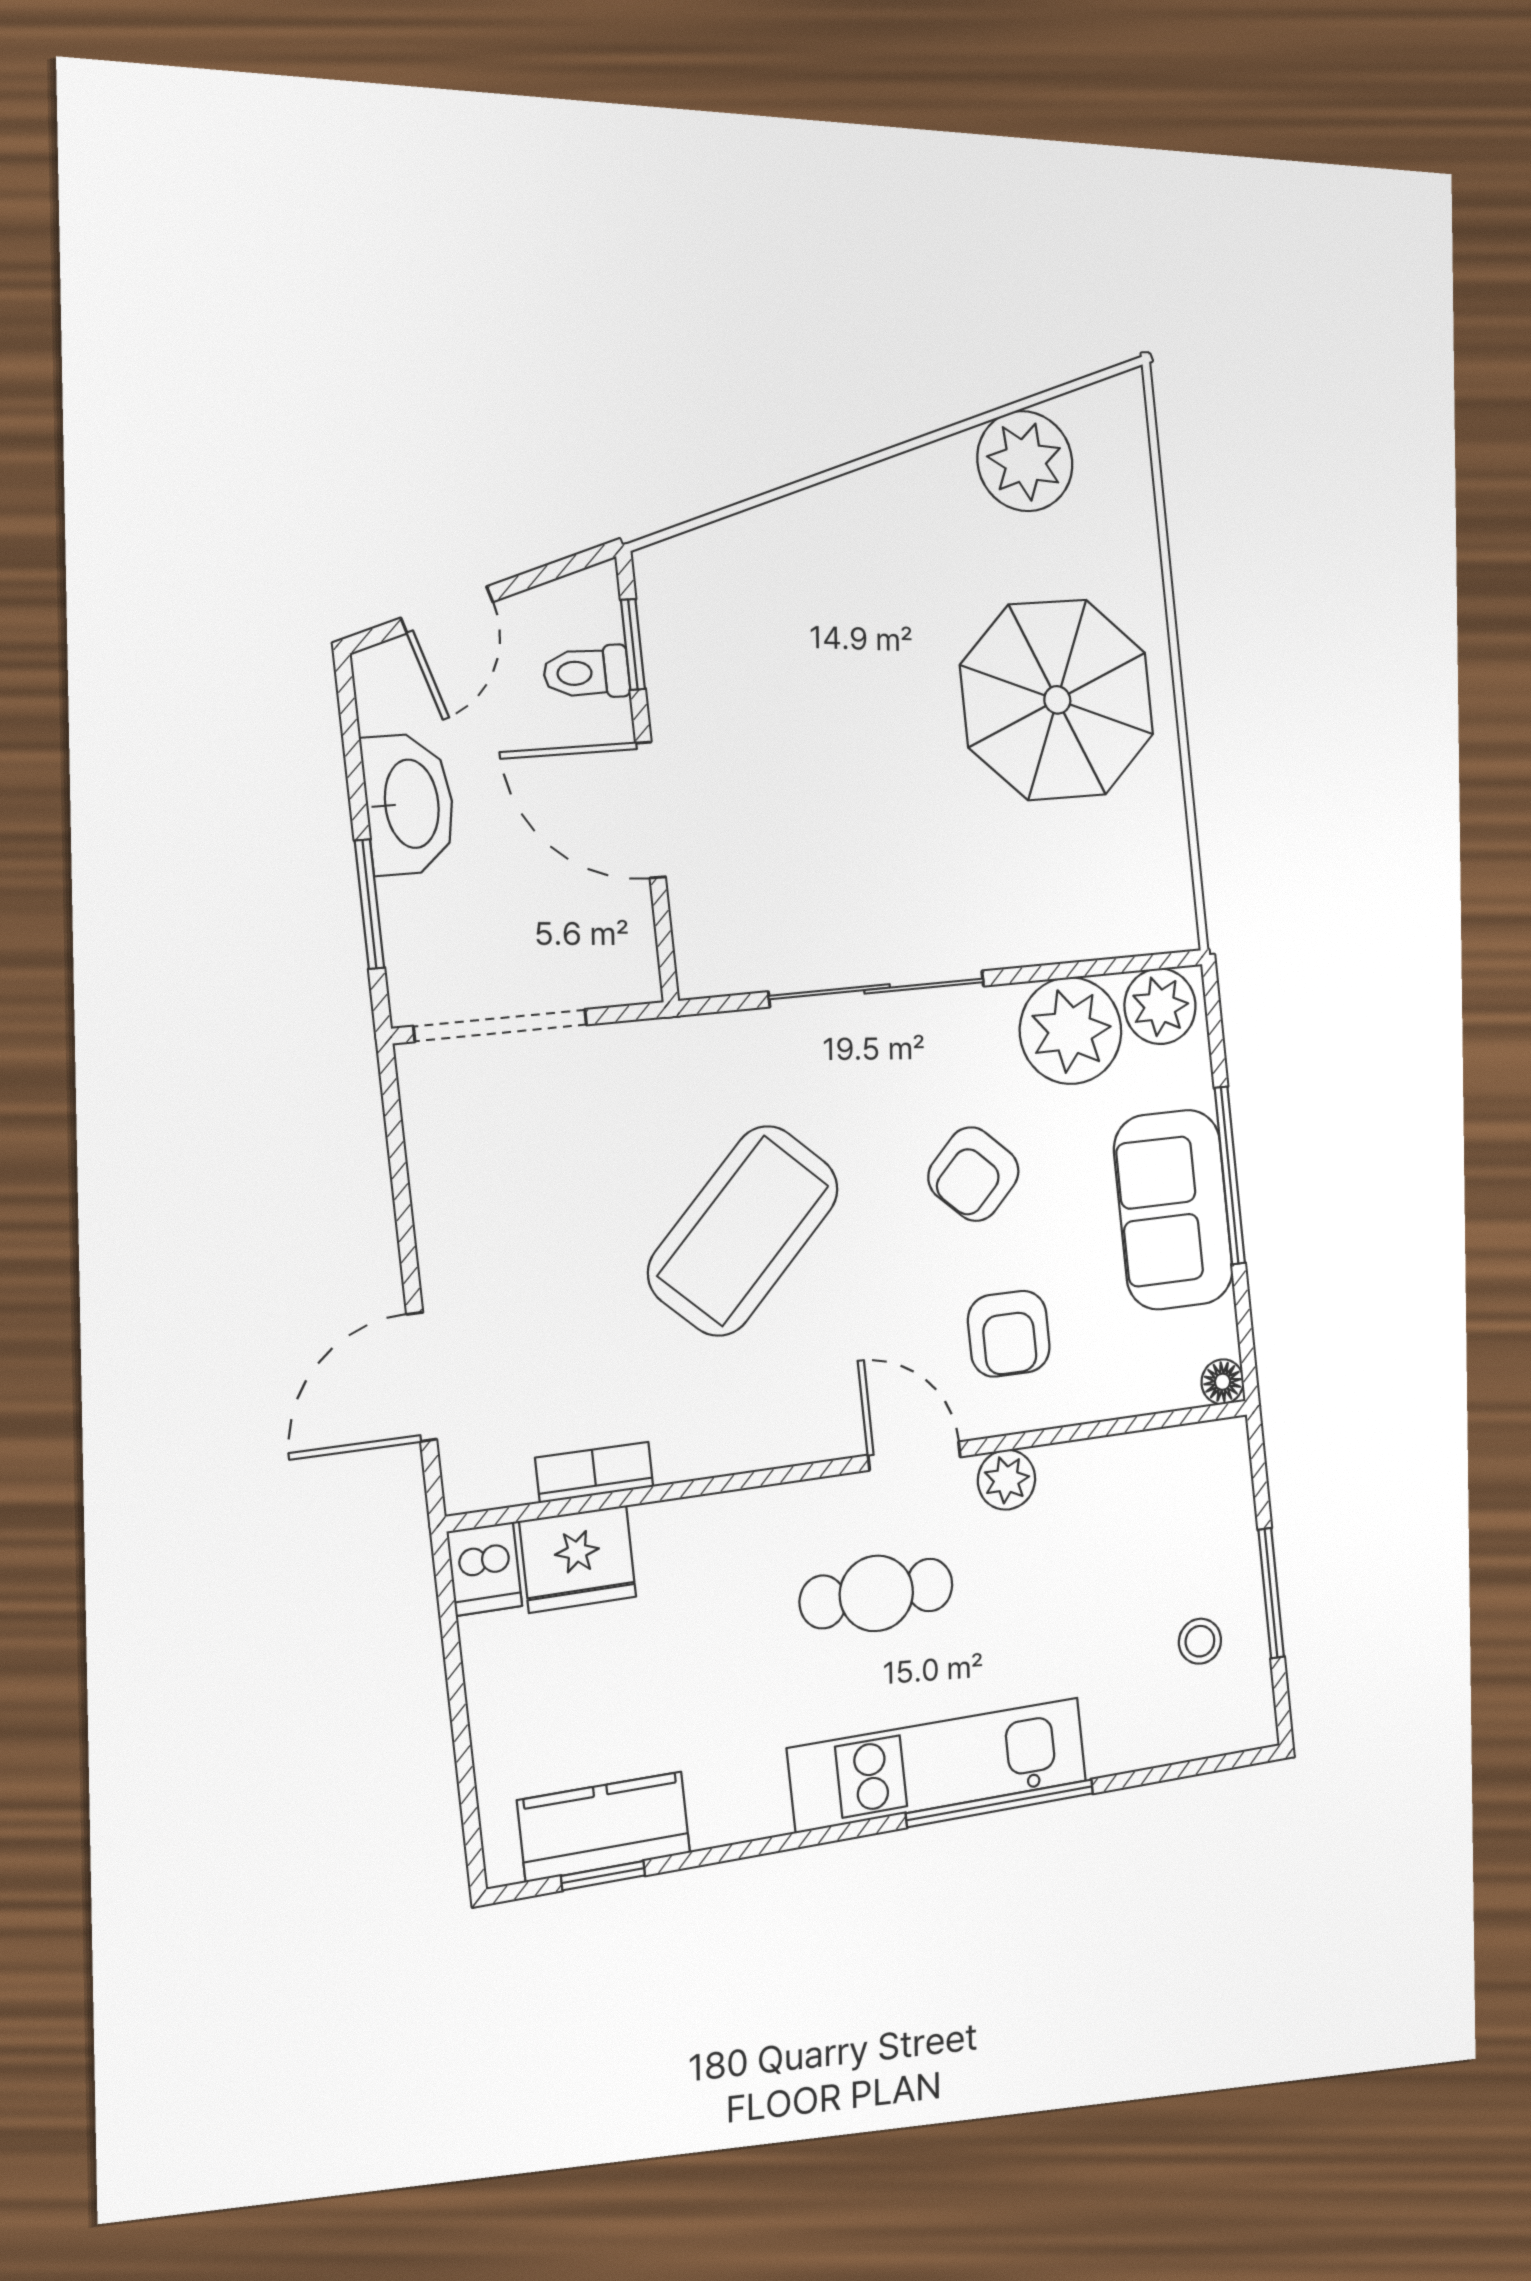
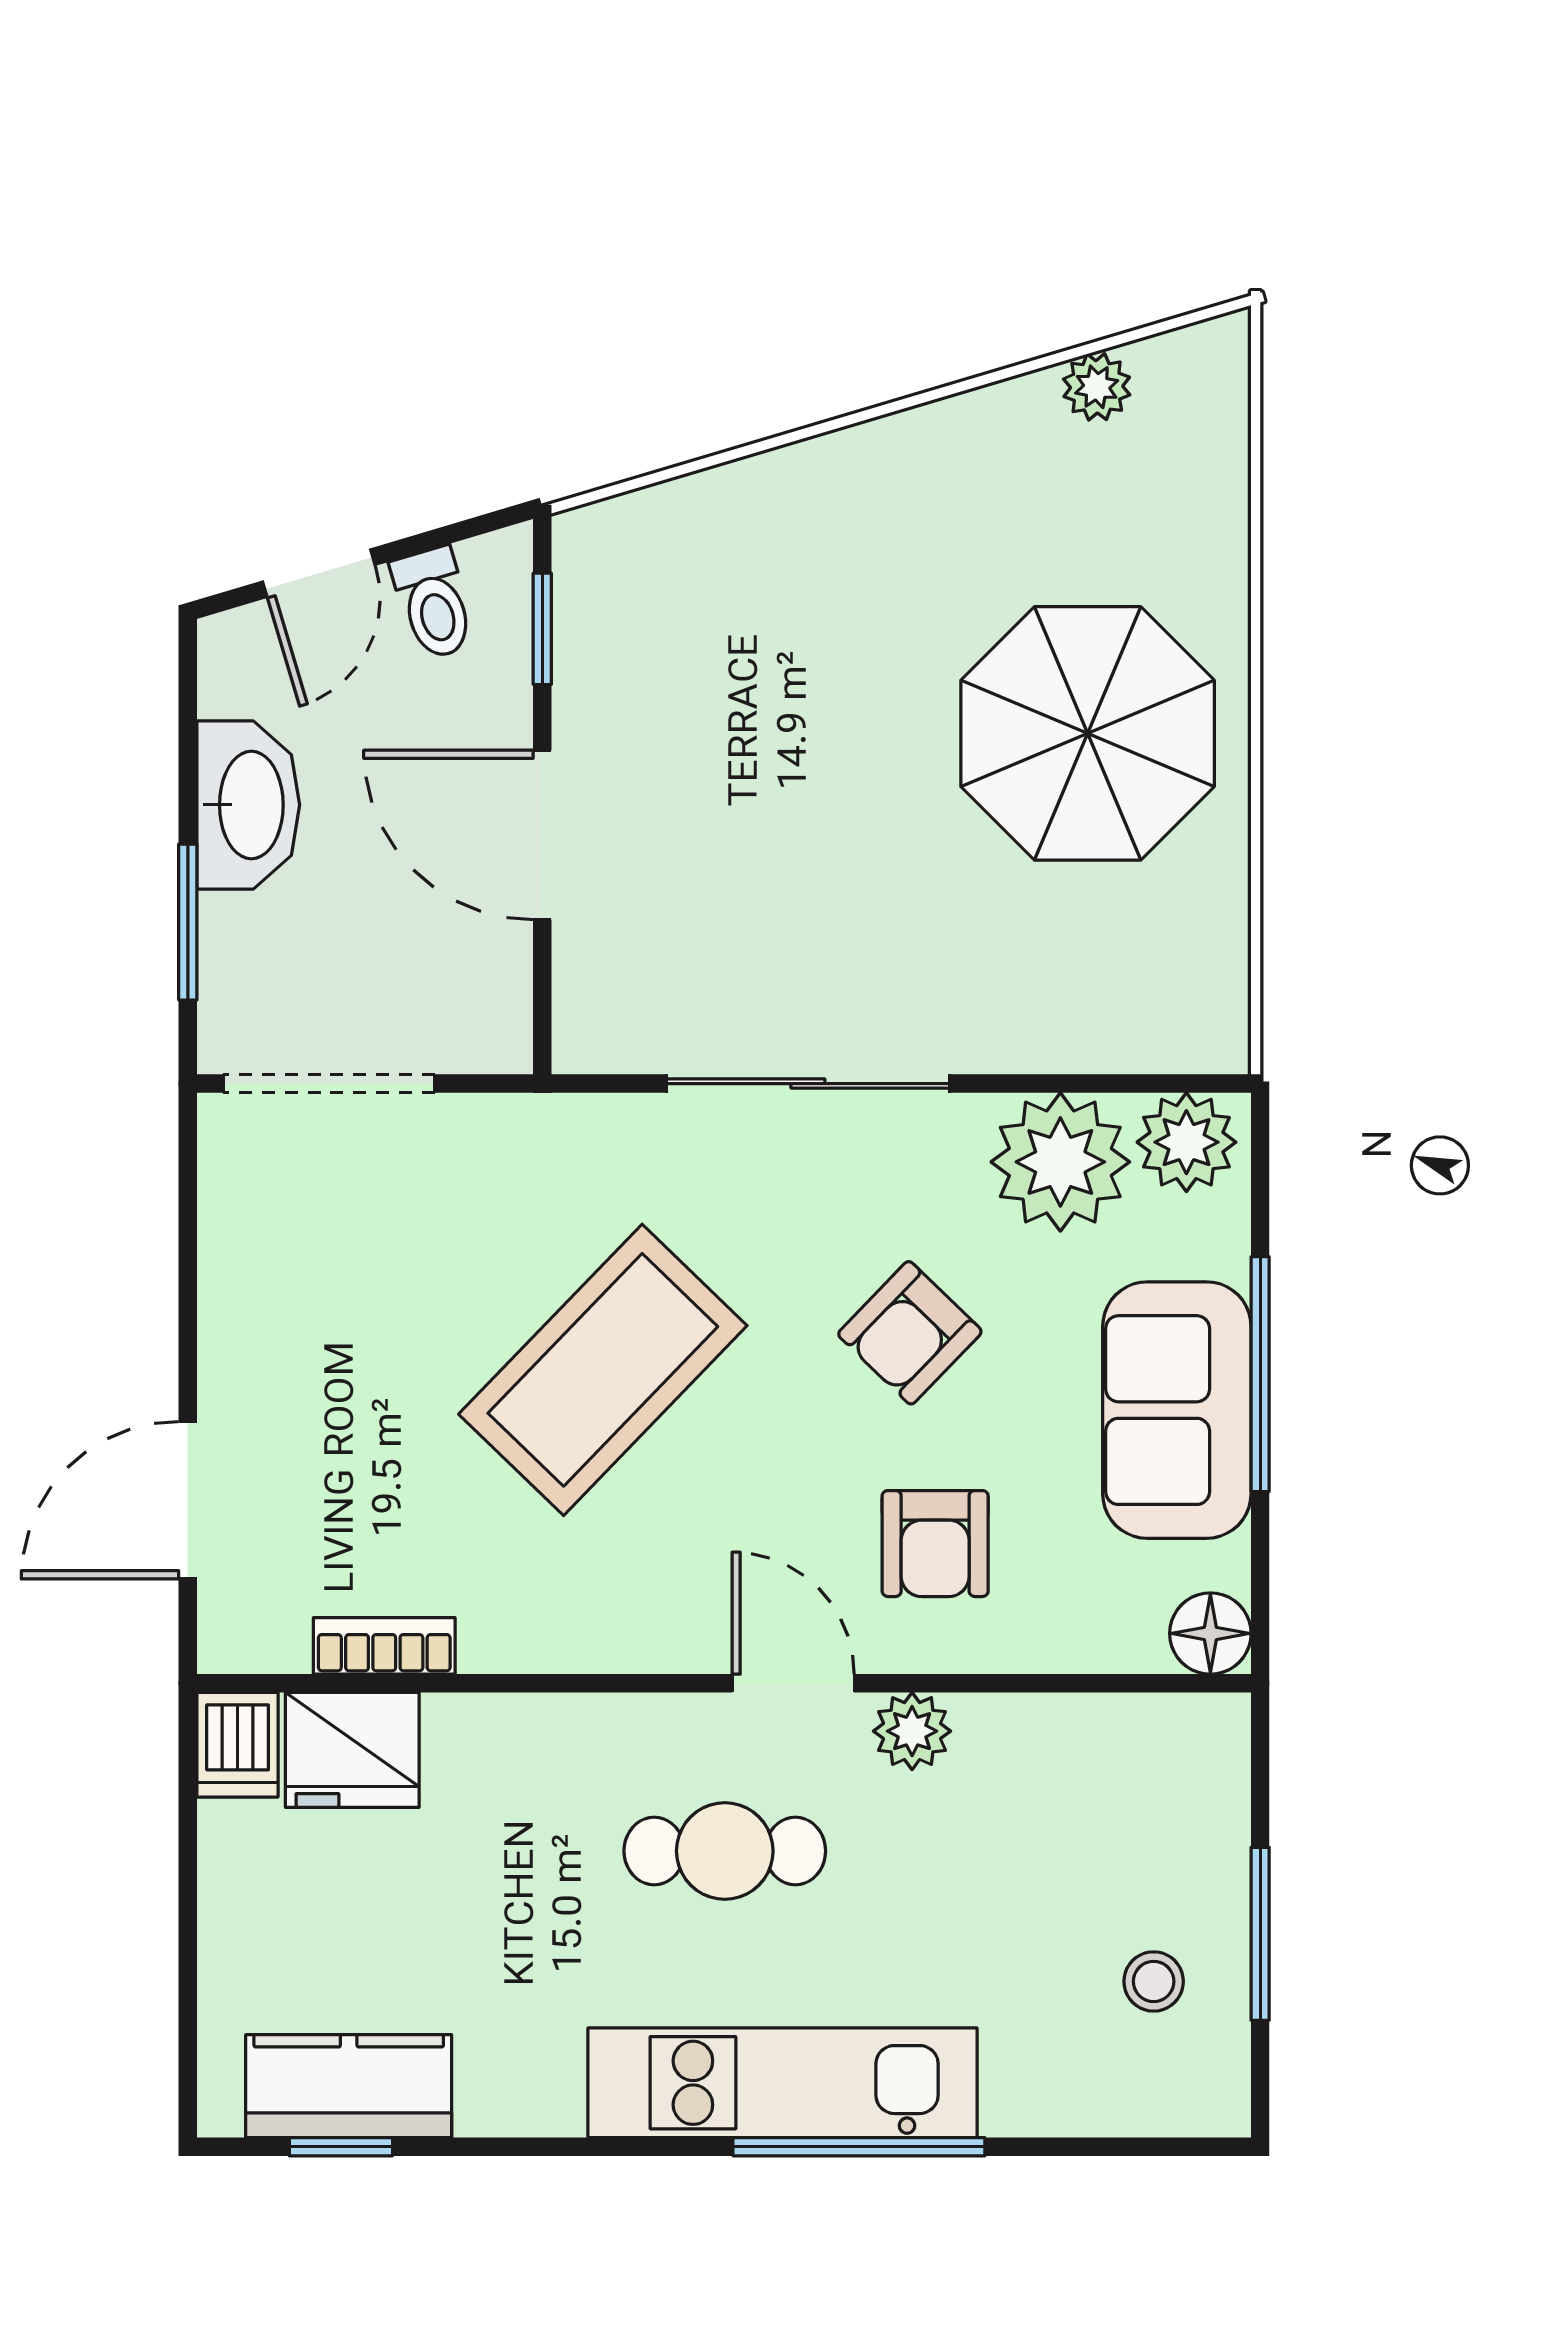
plant: (1025, 461) -> (1097, 387), width x0.53, depth x0.53
toilet: (586, 673) -> (434, 603), moved, turned -107
floor lamp: (1223, 1382) -> (1210, 1633), width x1.37, depth x1.37

